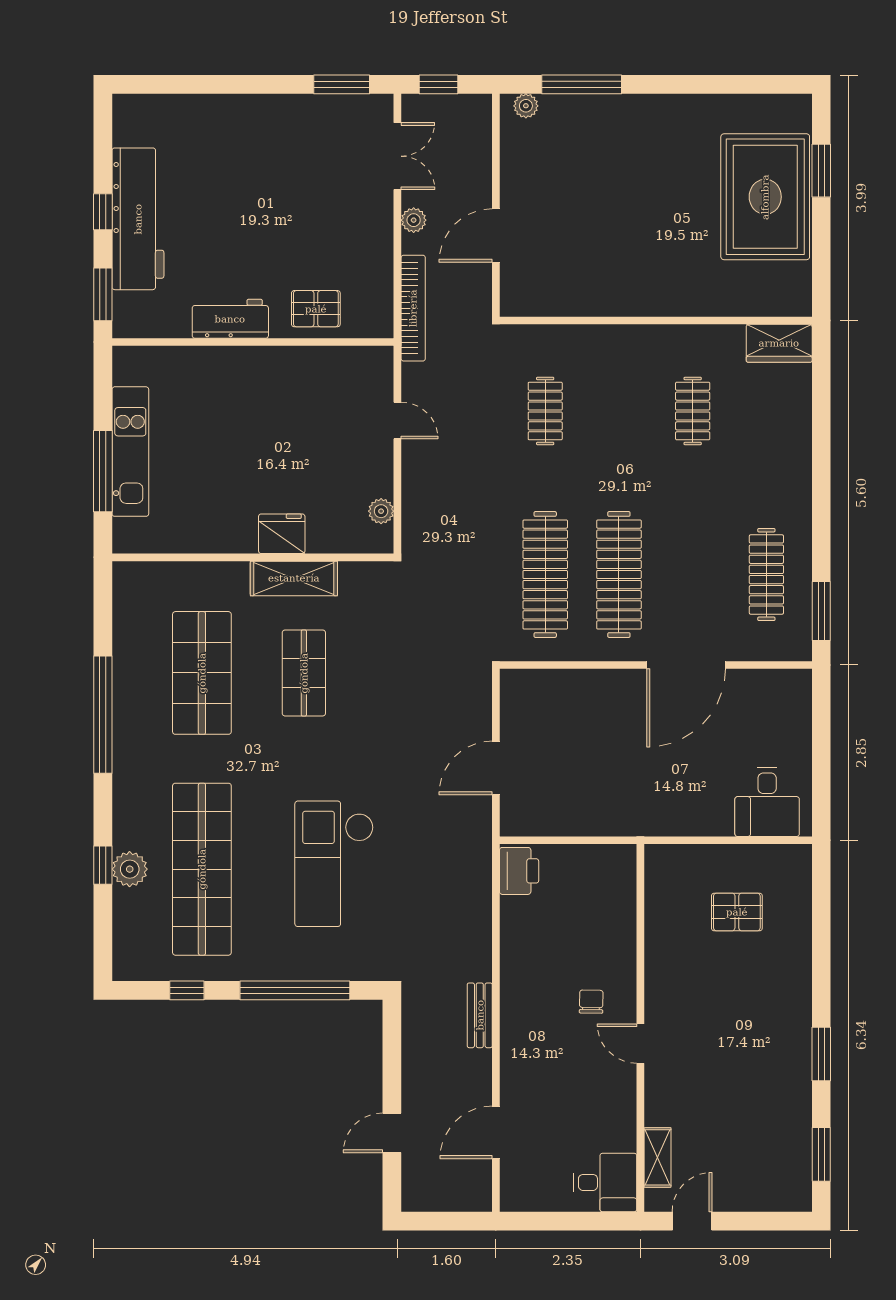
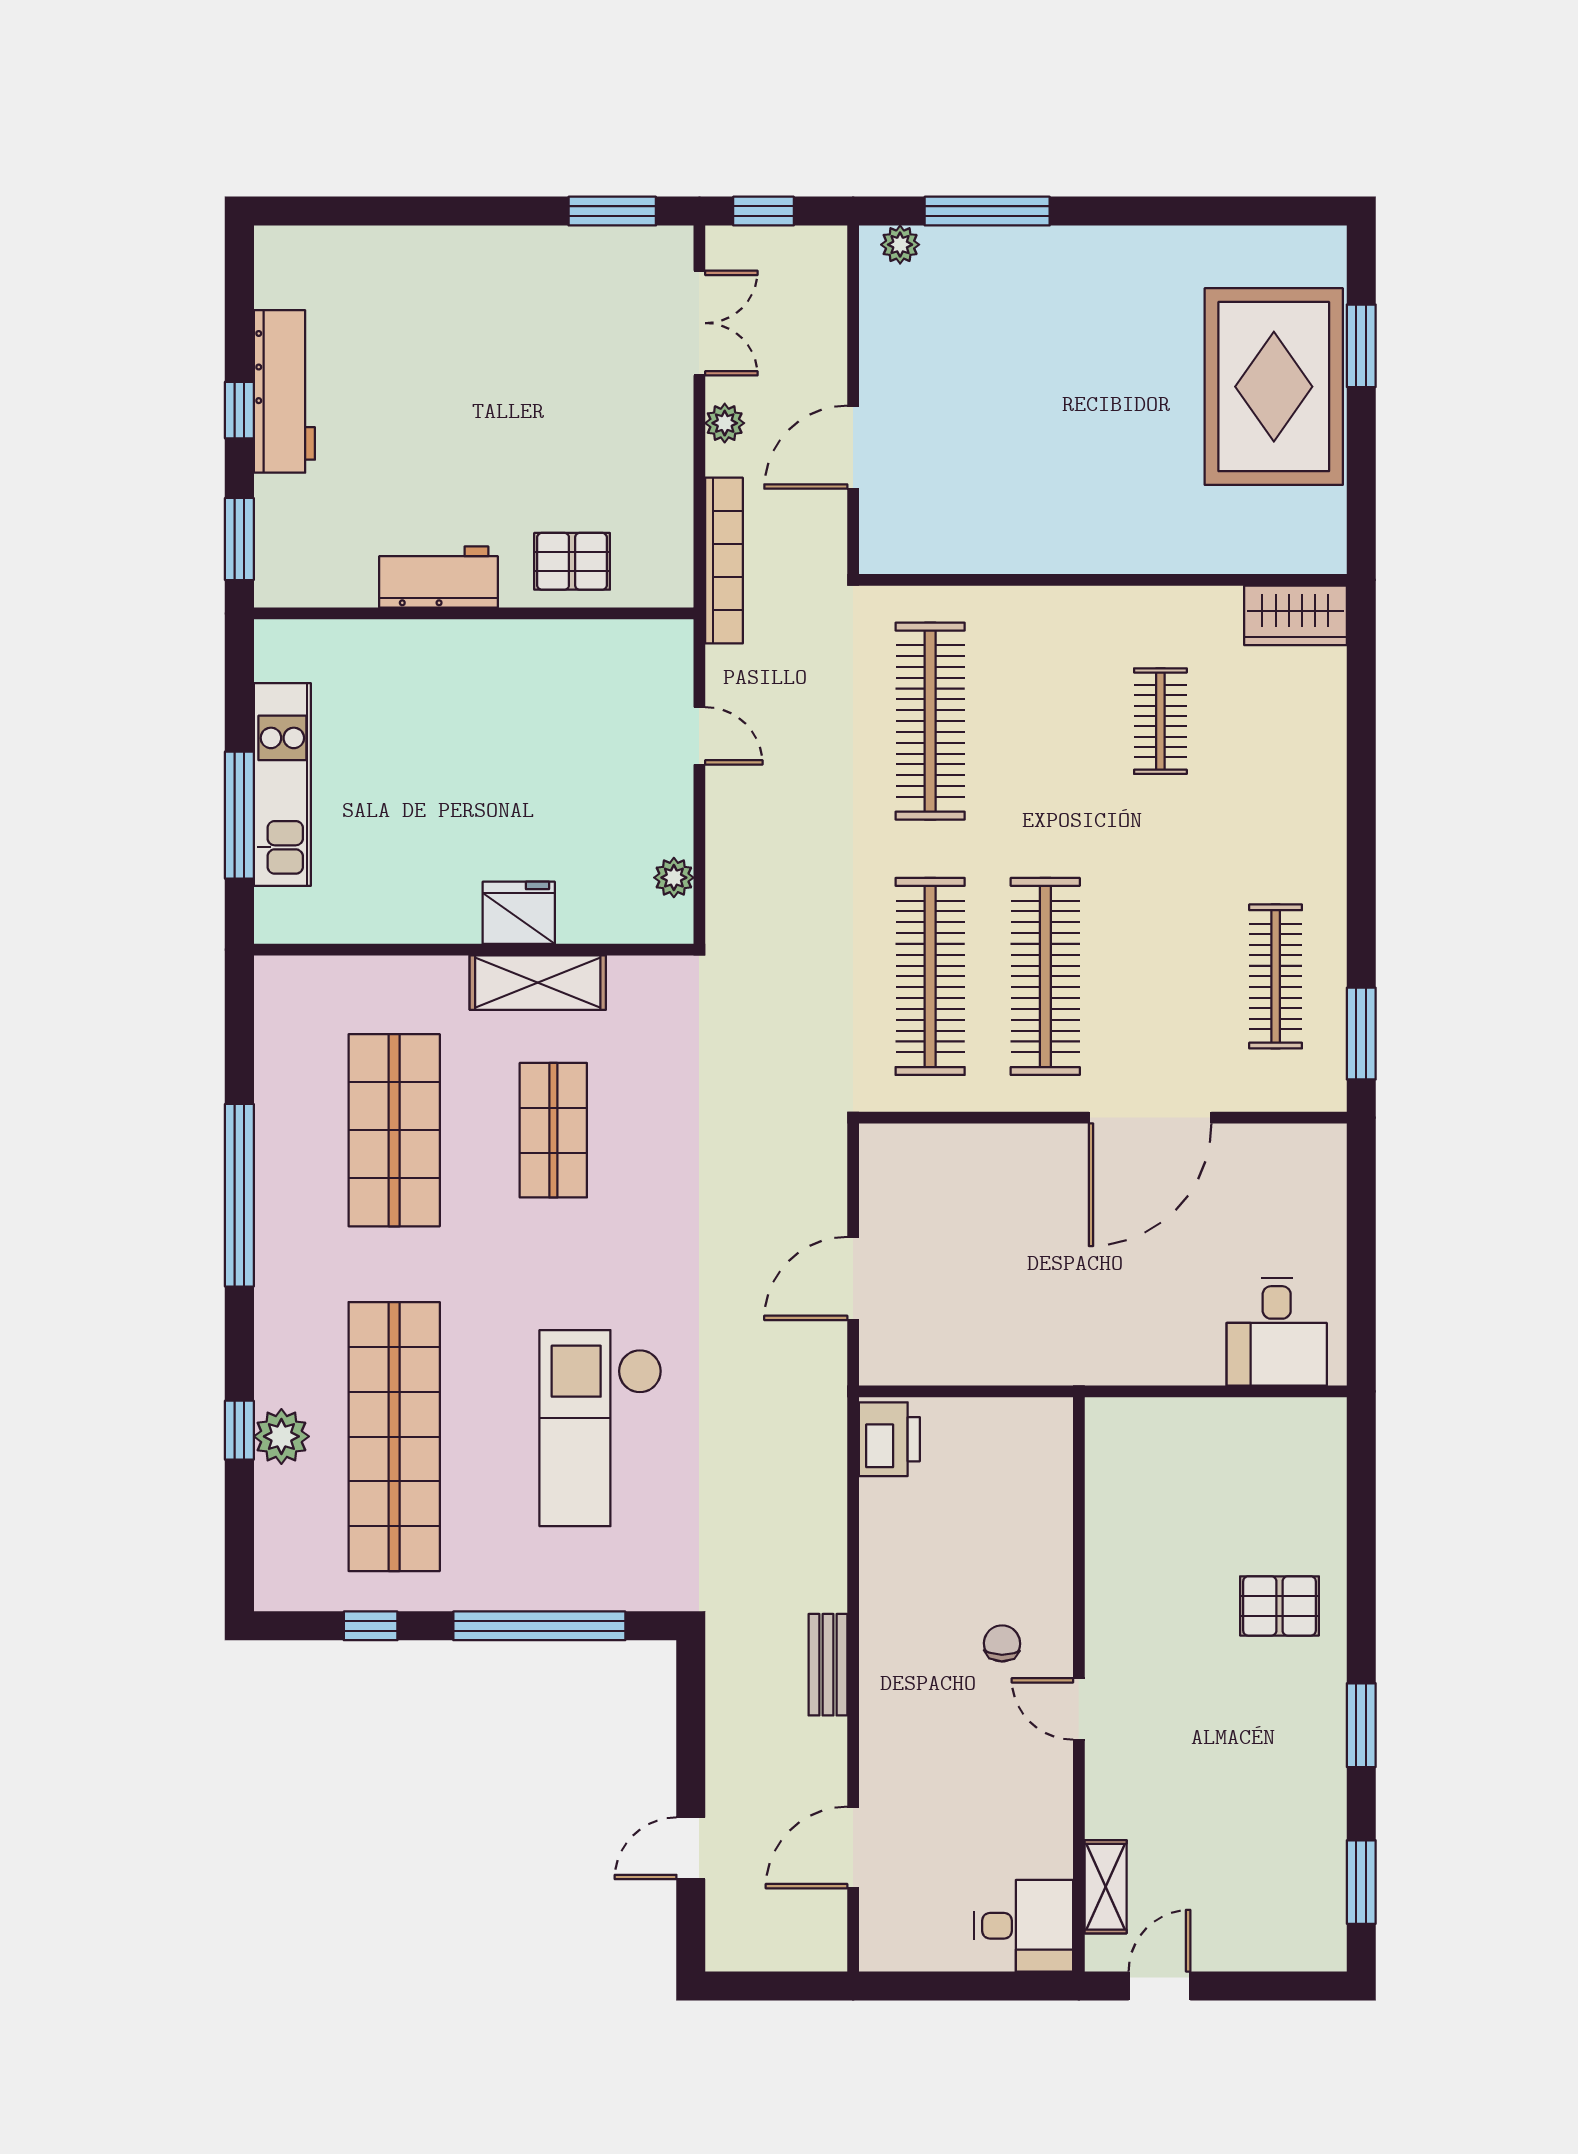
workbench: (138, 219) -> (284, 391), width x0.73, depth x0.76
clothes rail: (545, 411) -> (930, 721), width x1.86, depth x1.31
pallet: (737, 912) -> (1279, 1606), moved

